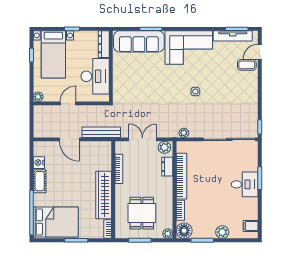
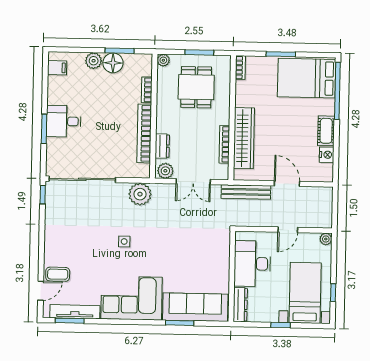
plant: (184, 133) -> (140, 194), width x1.88, depth x1.88
wardrobe: (104, 195) -> (244, 138), moved
floor lamp: (184, 231) -> (113, 63), moved

